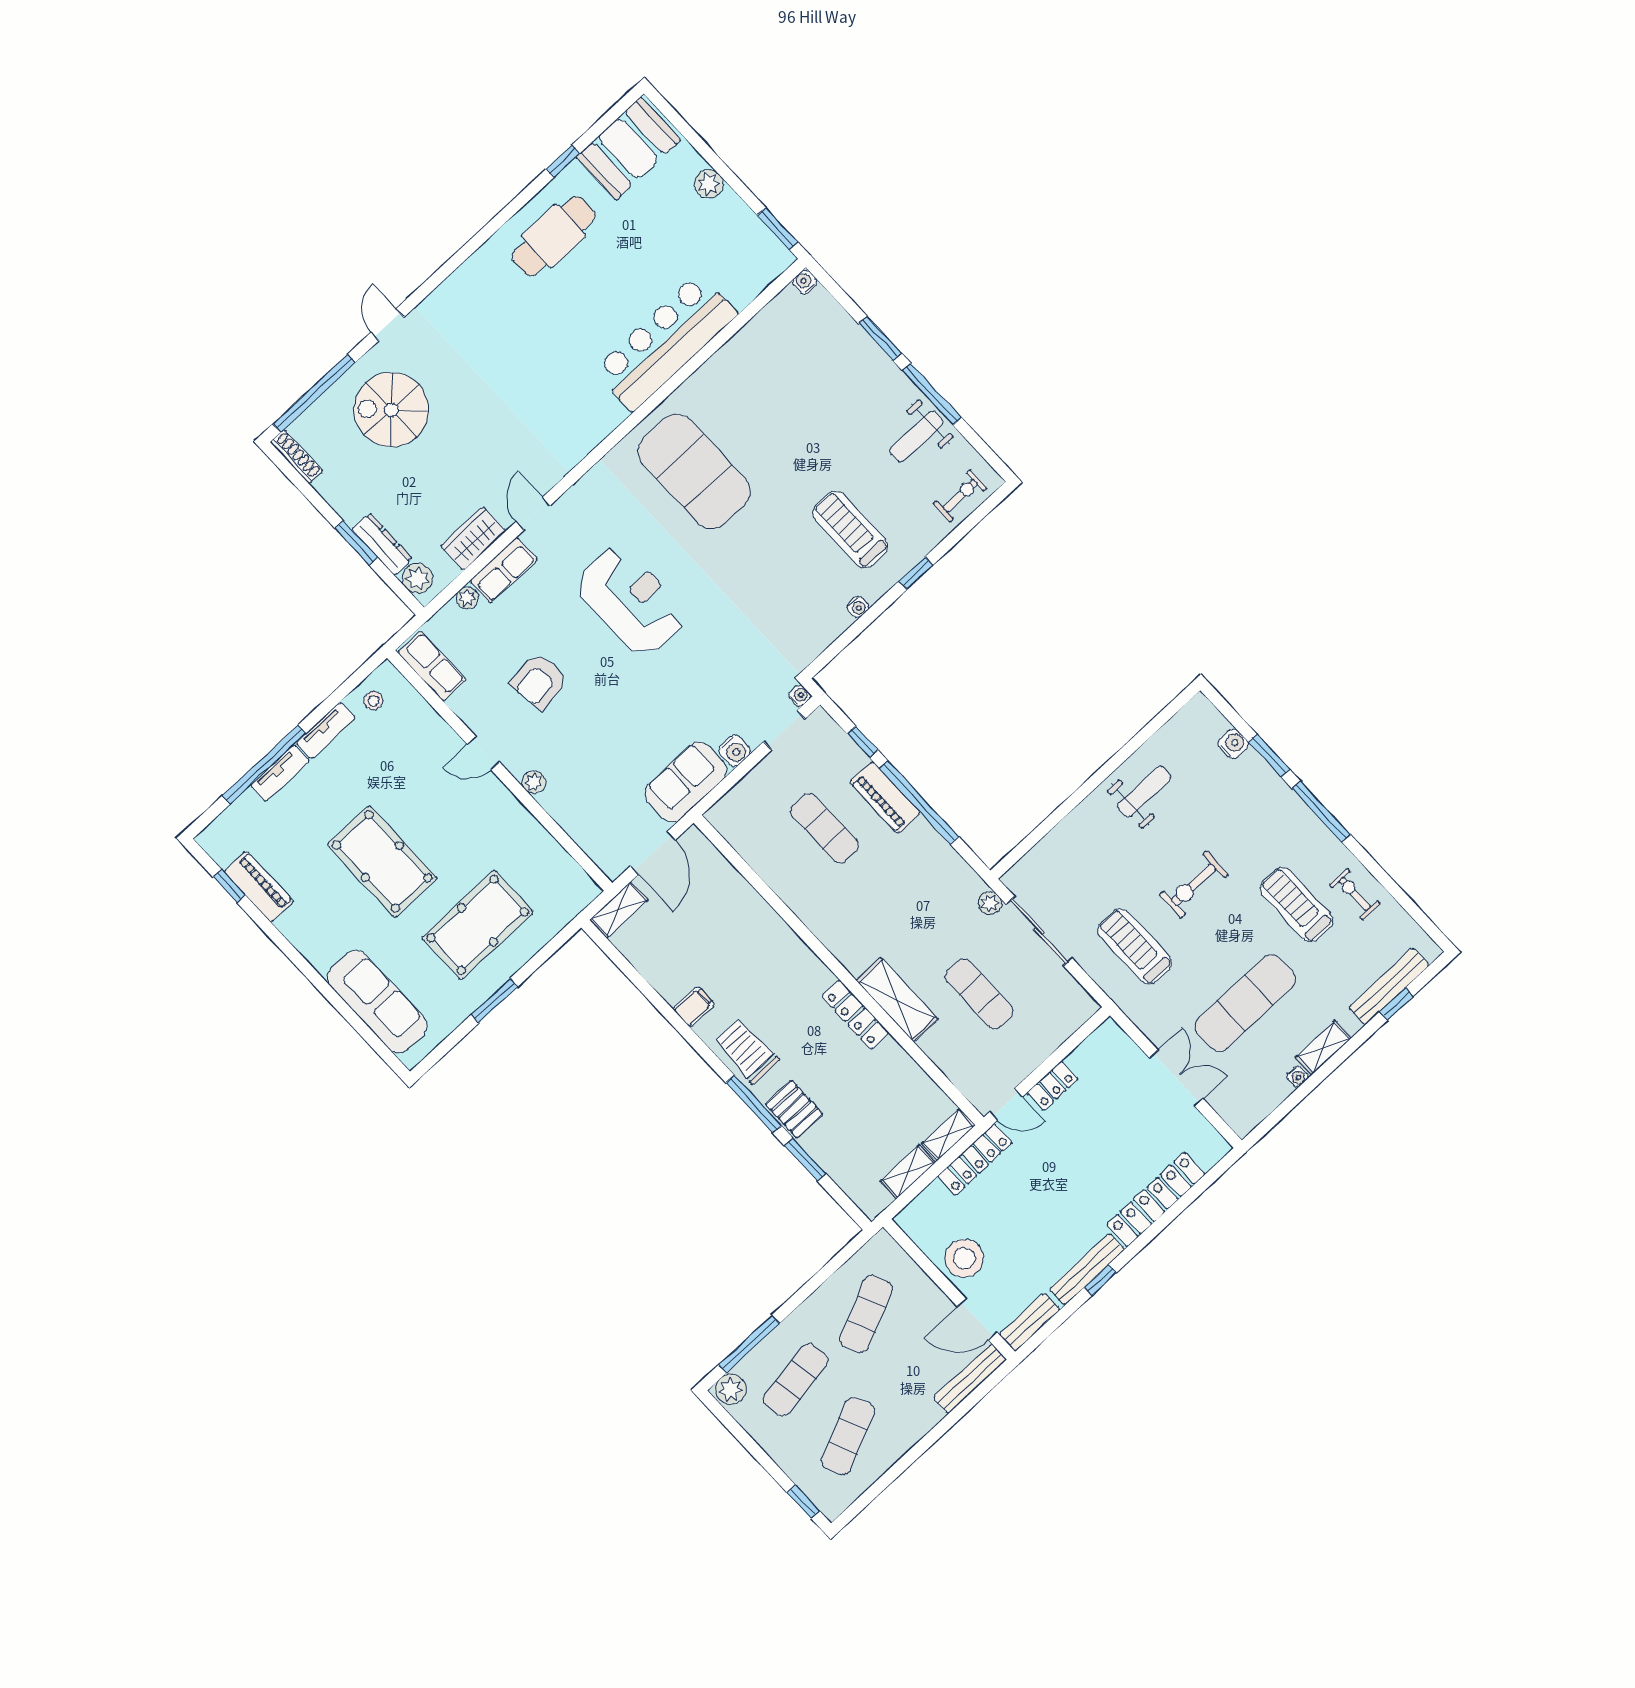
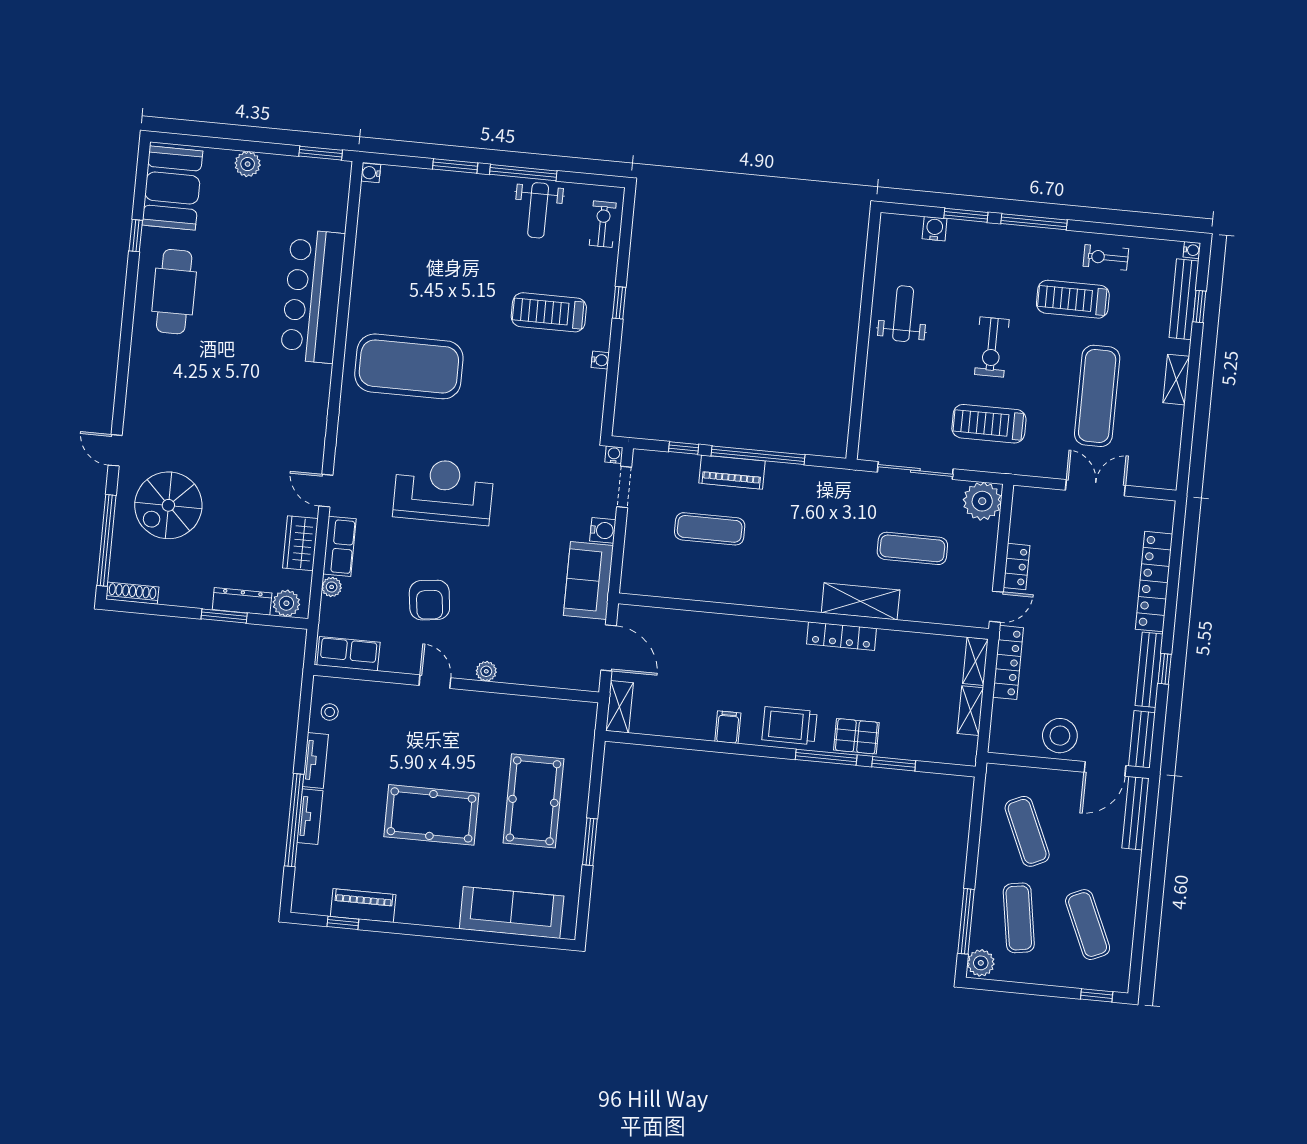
door: (483, 753) -> (435, 682), swing flipped
plant: (990, 903) -> (982, 501), moved, width x1.88, depth x1.88
water cooler: (1297, 1076) -> (1192, 250), moved

